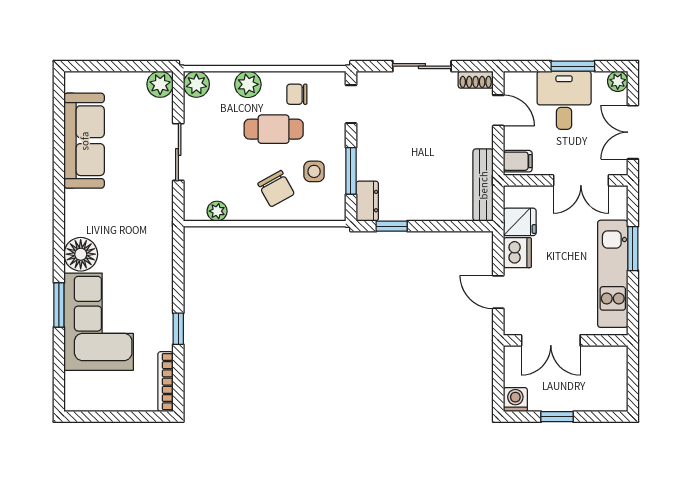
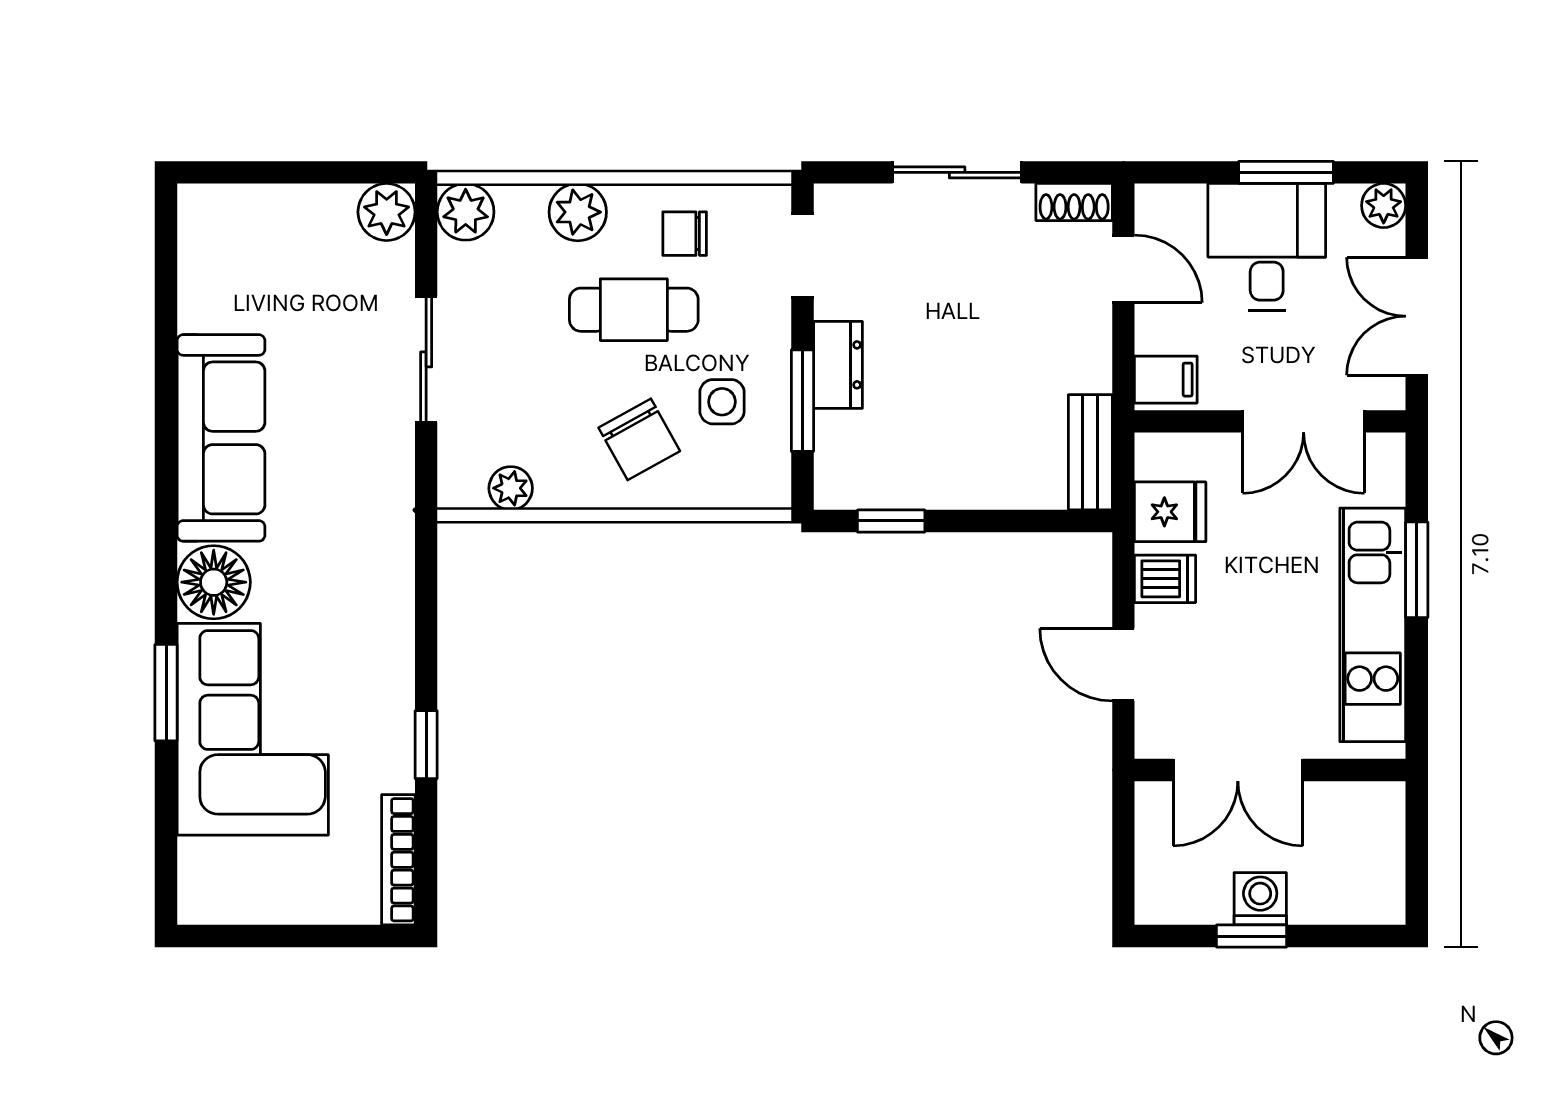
sofa: (84, 141) -> (221, 438), moved
bench: (483, 185) -> (1090, 452), width x0.73
dresser: (367, 201) -> (838, 365), moved
dishwasher: (517, 253) -> (1165, 579), width x0.73
washing machine: (515, 400) -> (1260, 899), moved

